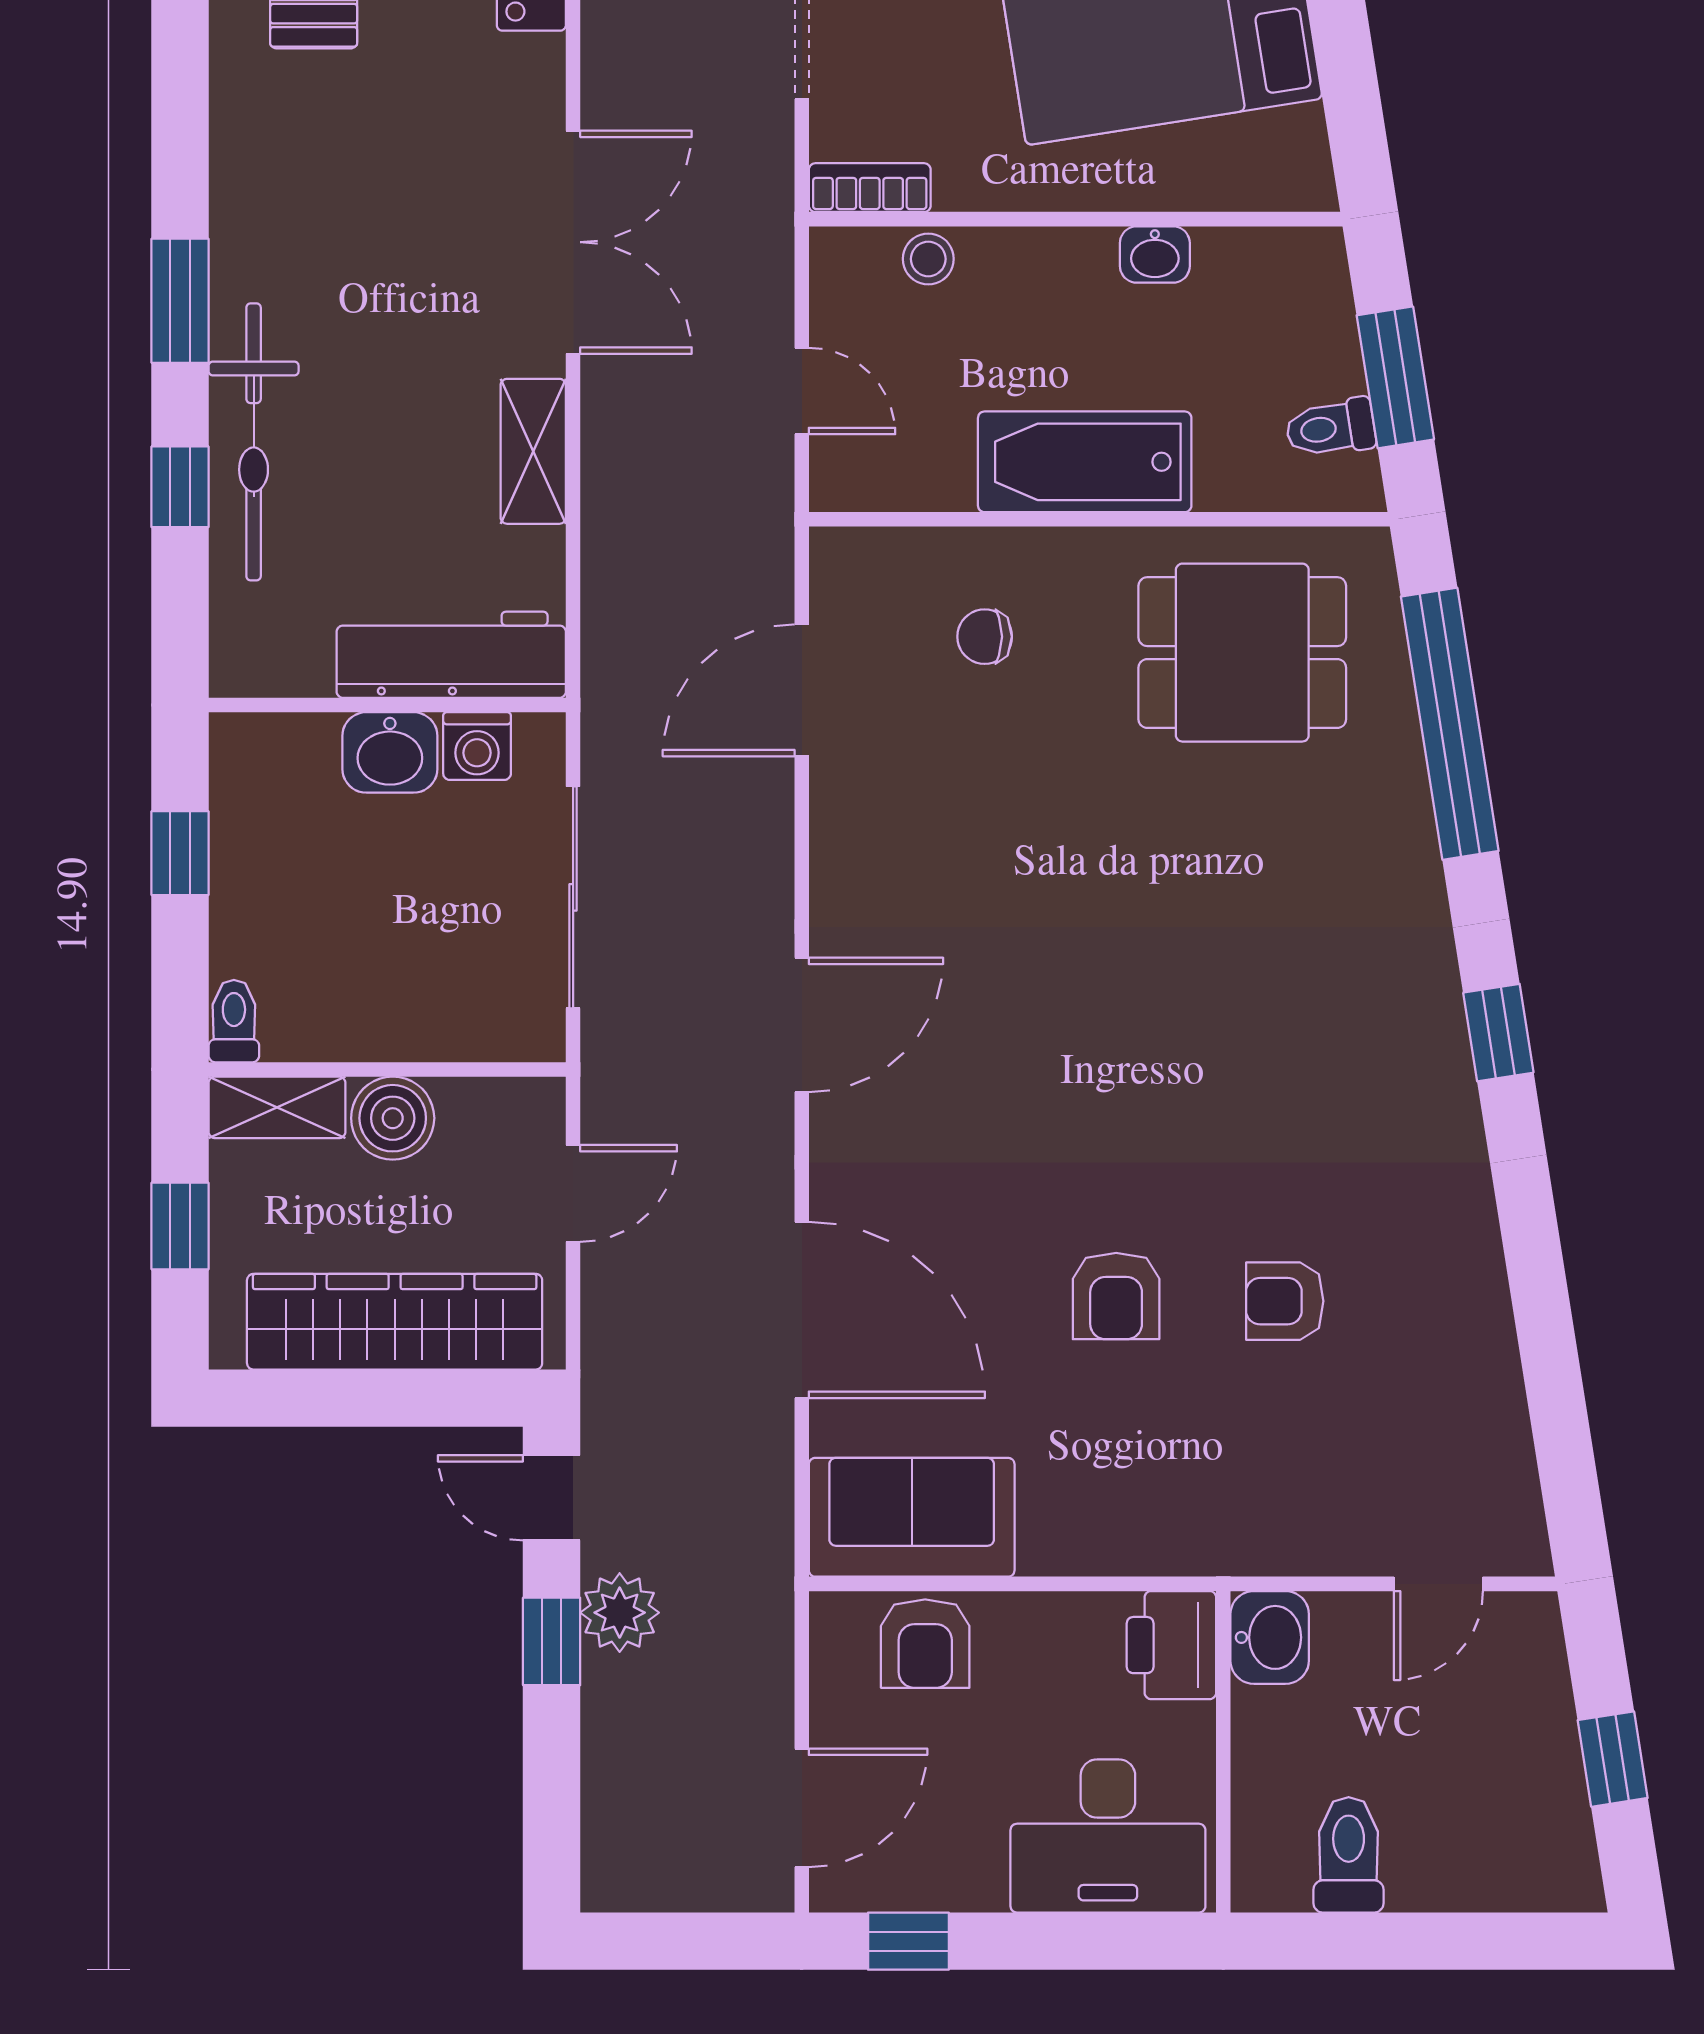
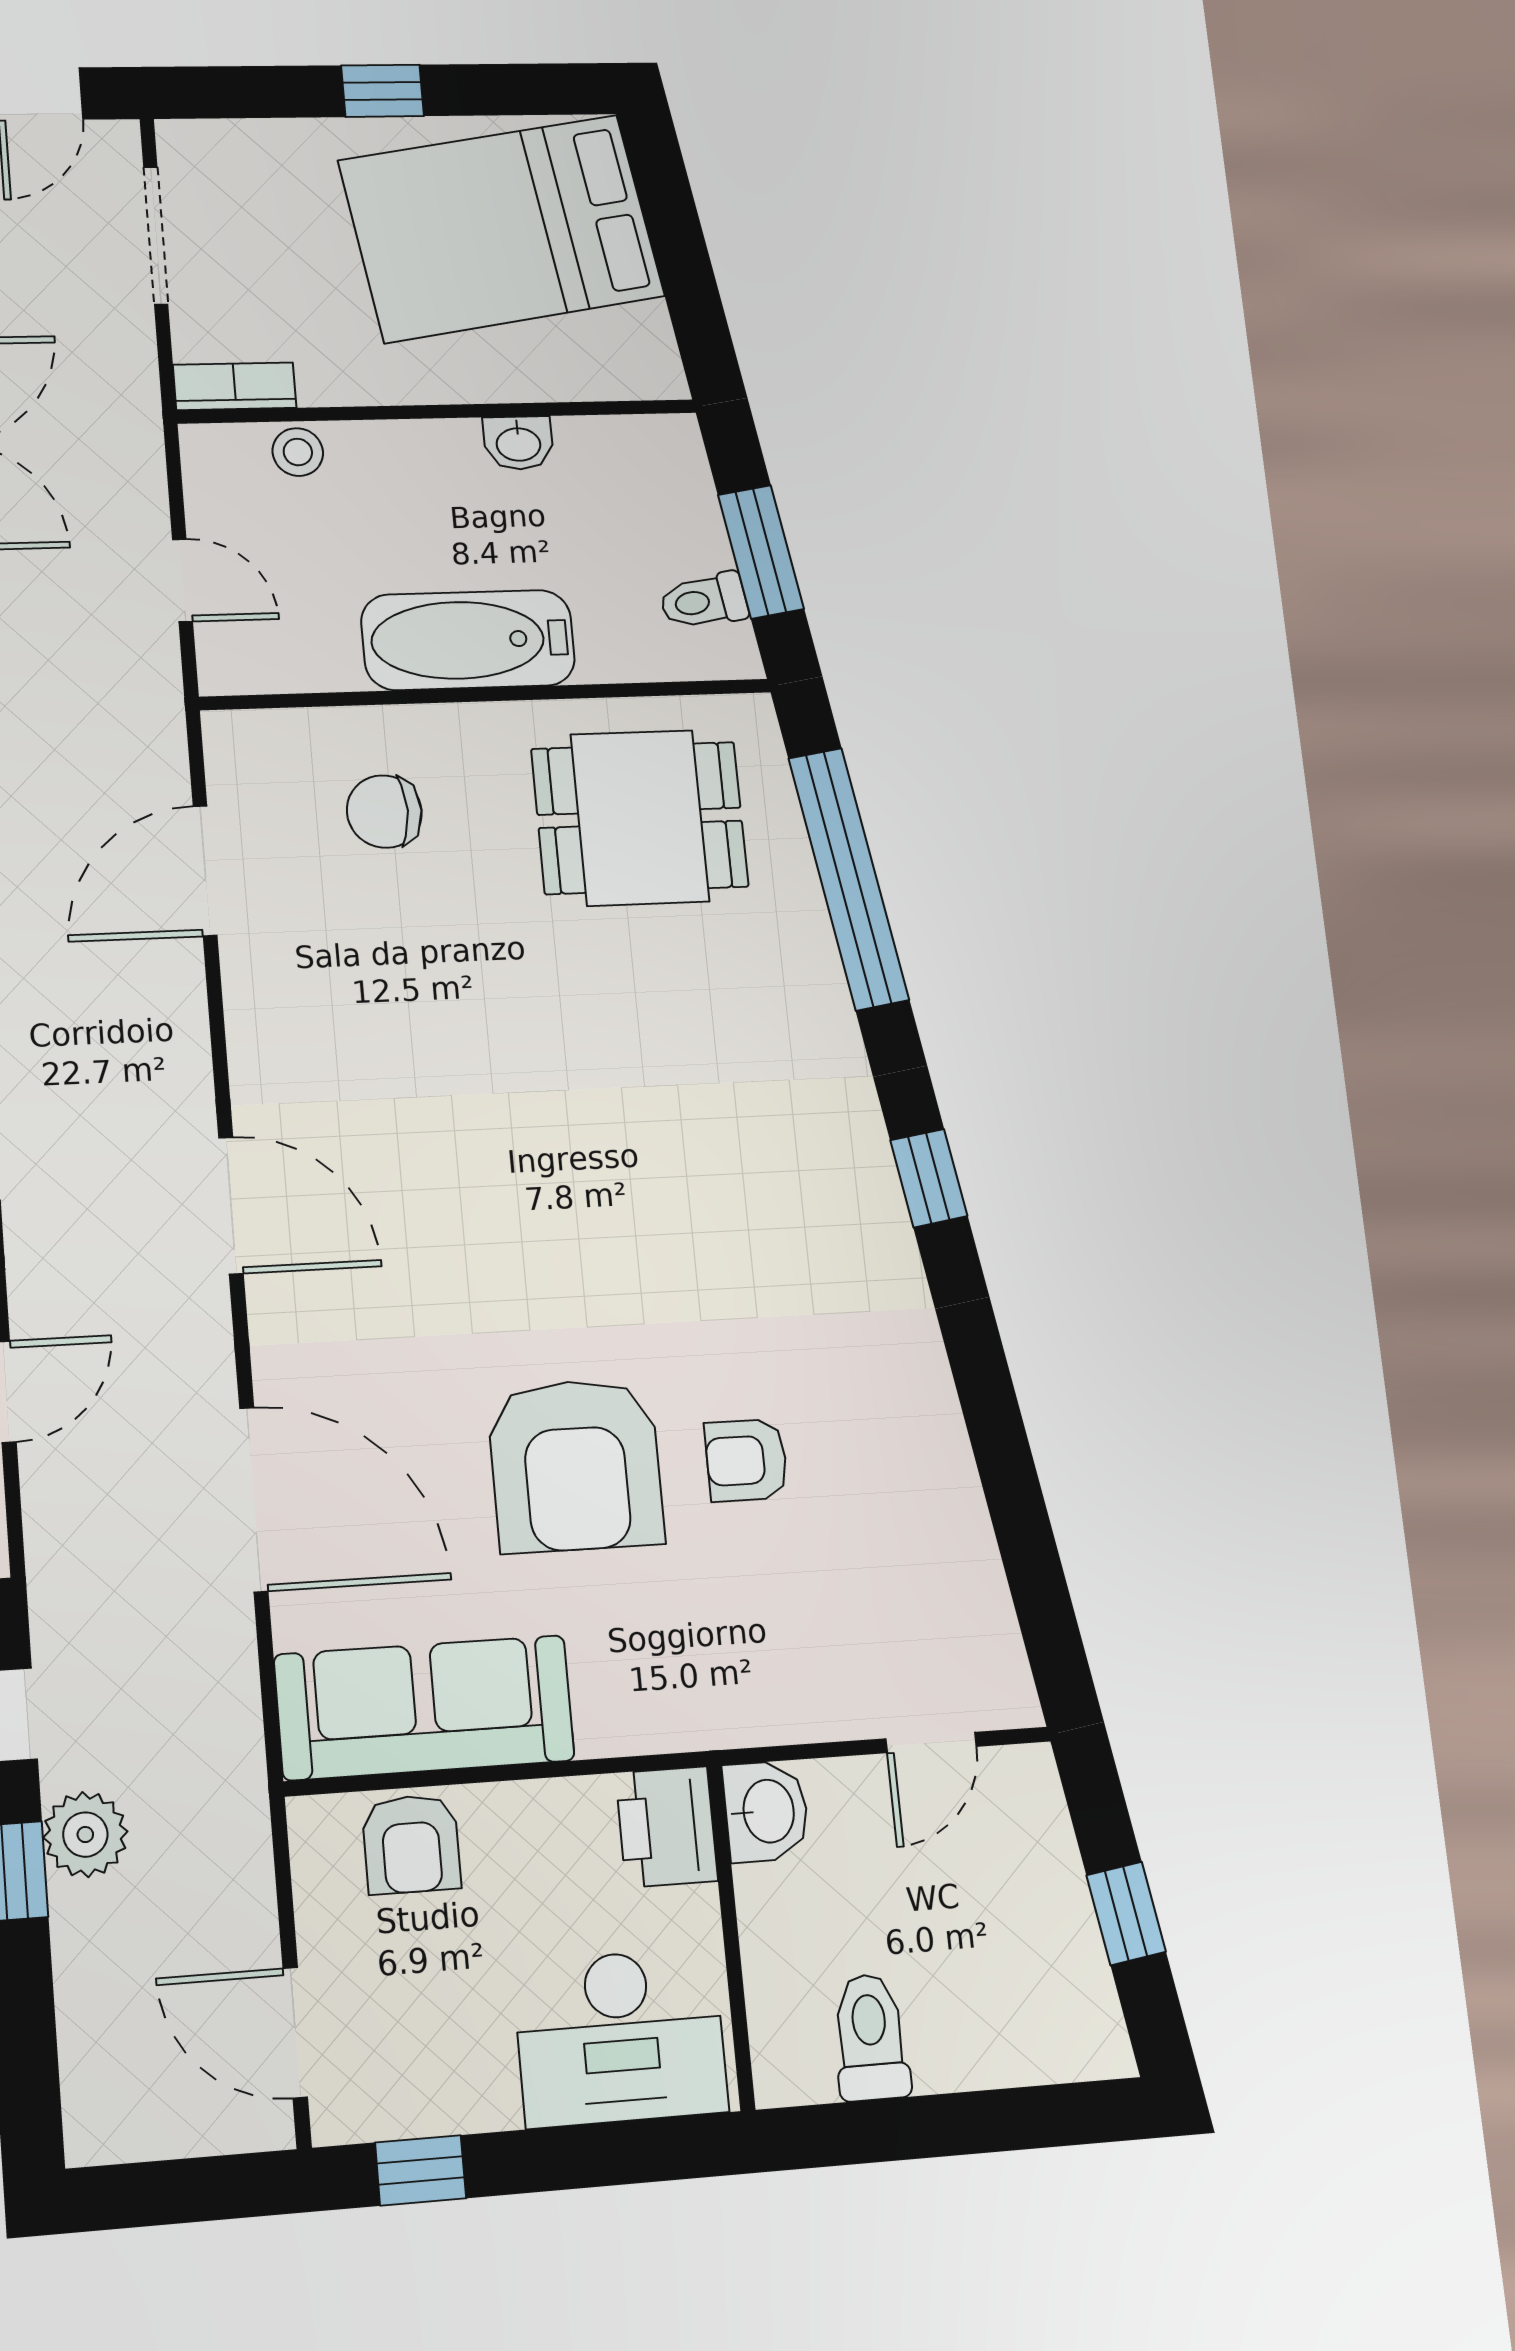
chair: (985, 637) -> (384, 812), width x1.37, depth x1.37
door: (802, 1025) -> (231, 1205), hinge flipped
armchair: (1116, 1296) -> (576, 1465), width x1.88, depth x1.88
sofa: (912, 1517) -> (424, 1708), width x1.36
door: (802, 1808) -> (295, 2033), swing flipped

